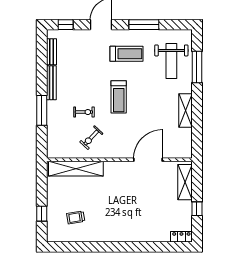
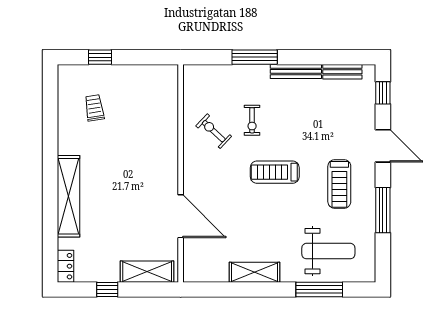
weight bench: (171, 61) -> (328, 251), turned 180
shelving: (76, 169) -> (68, 196), moved

